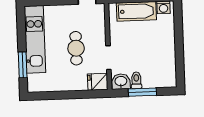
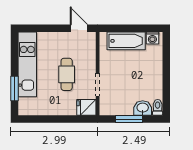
toilet: (136, 80) -> (158, 107), moved
washbasin: (121, 82) -> (143, 108), moved

